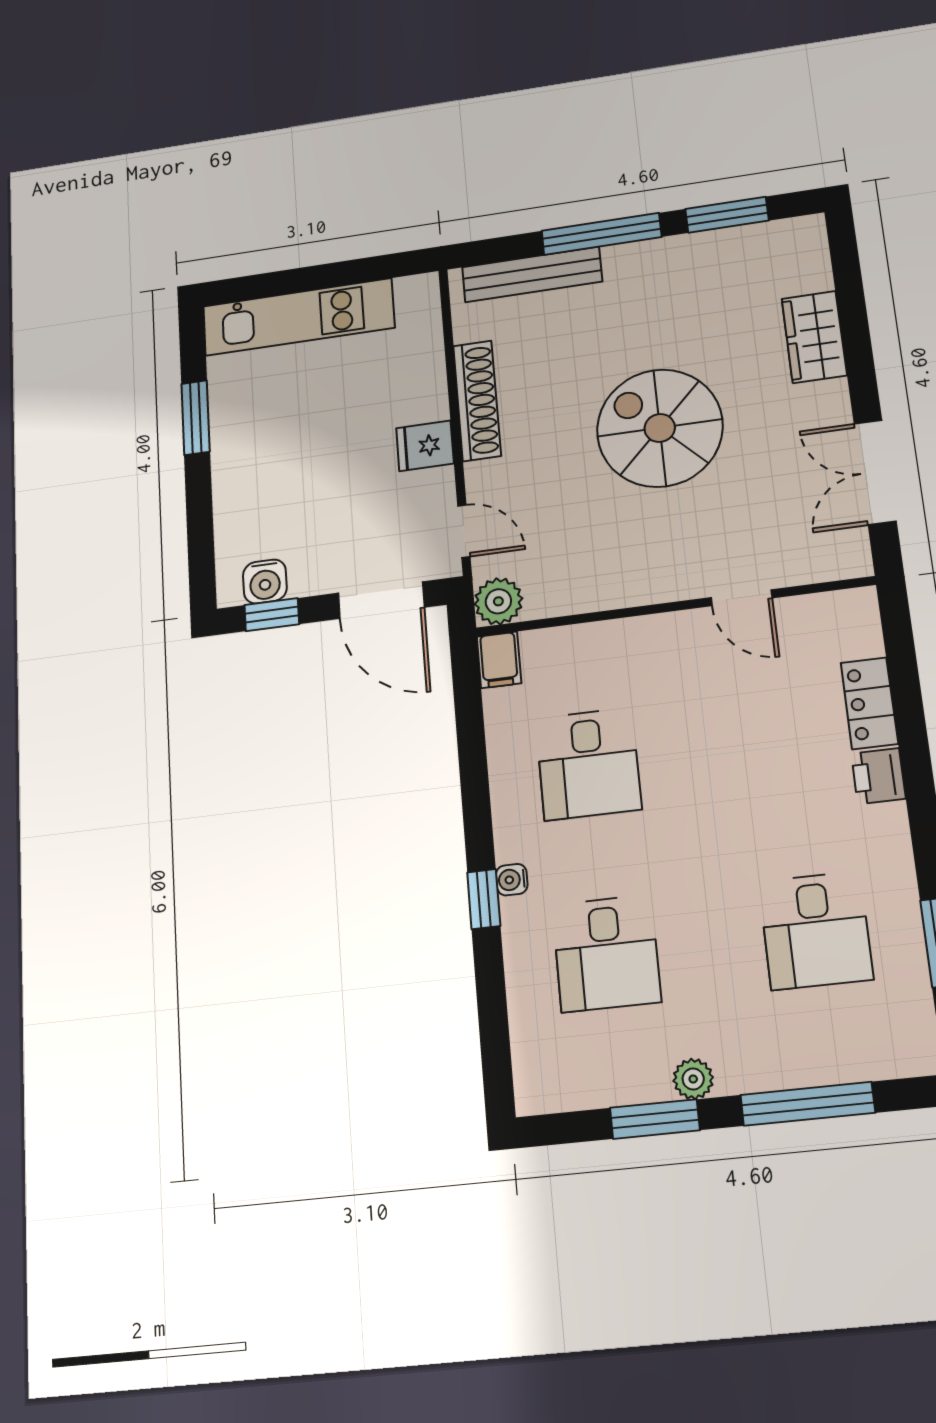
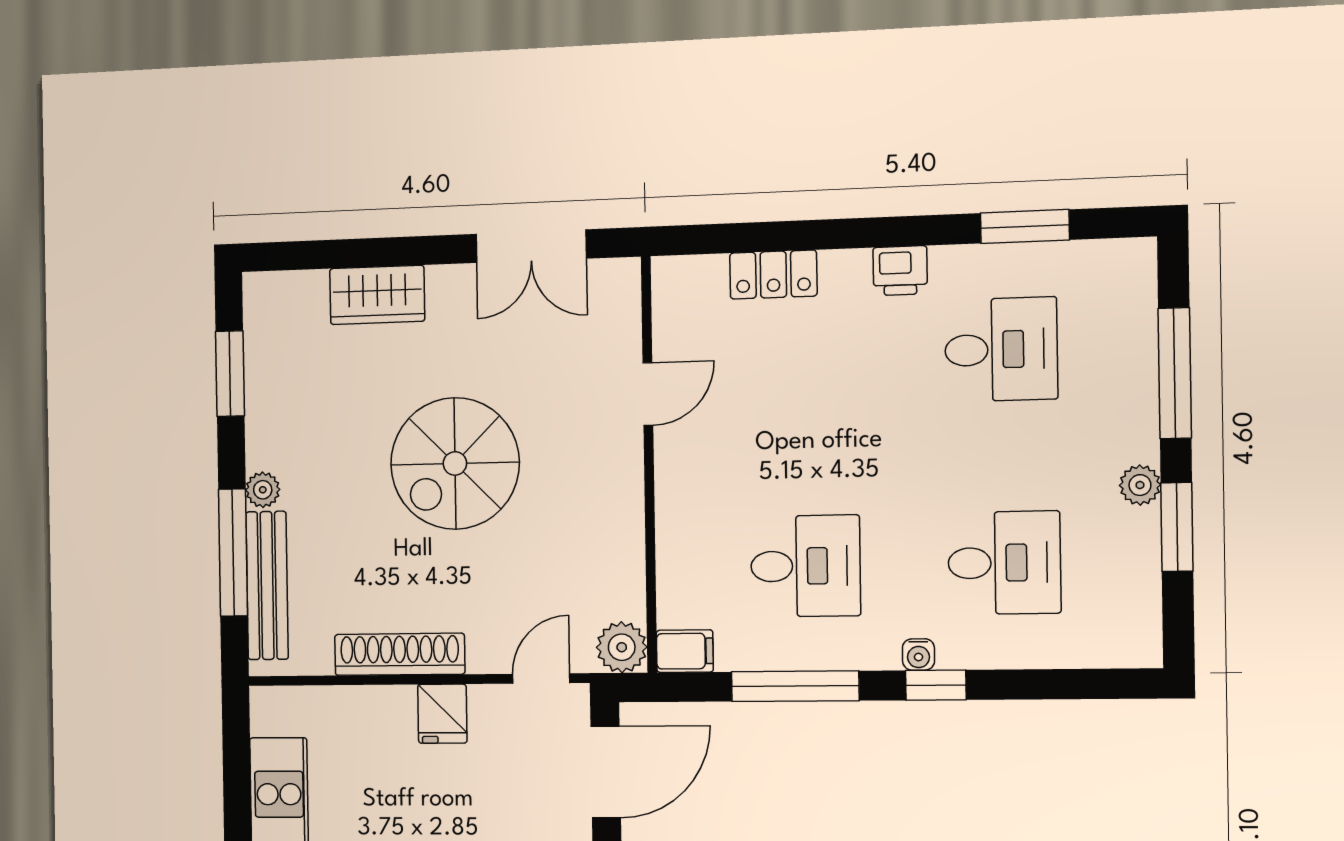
window: (601, 234) -> (233, 553), moved
plant: (621, 259) -> (263, 490), added
window: (473, 766) -> (795, 686), added
printer: (878, 776) -> (900, 271), moved

